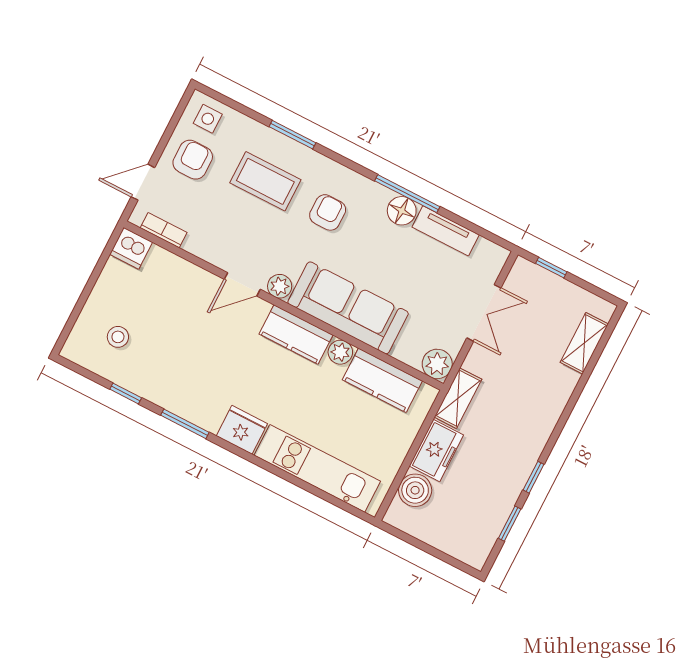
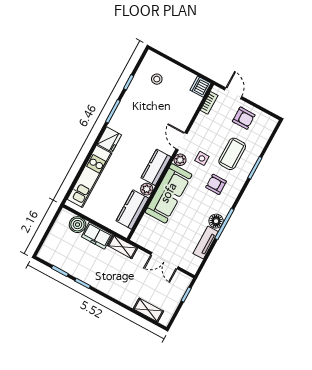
side table: (208, 119) -> (202, 158), moved
armchair: (328, 212) -> (216, 184), turned 180
plant: (437, 364) -> (140, 237), removed

